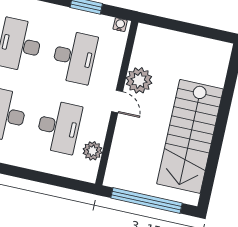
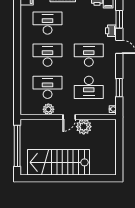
desk: (59, 127) -> (48, 87), turned 180
plant: (93, 151) -> (48, 109), moved

